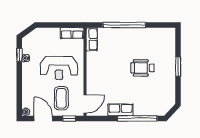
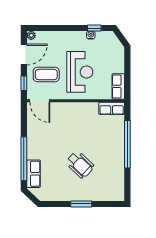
reception desk: (59, 68) -> (80, 72), turned 180
wheelchair: (143, 68) -> (80, 165), turned 133
row of seats: (120, 110) -> (33, 174), moved

